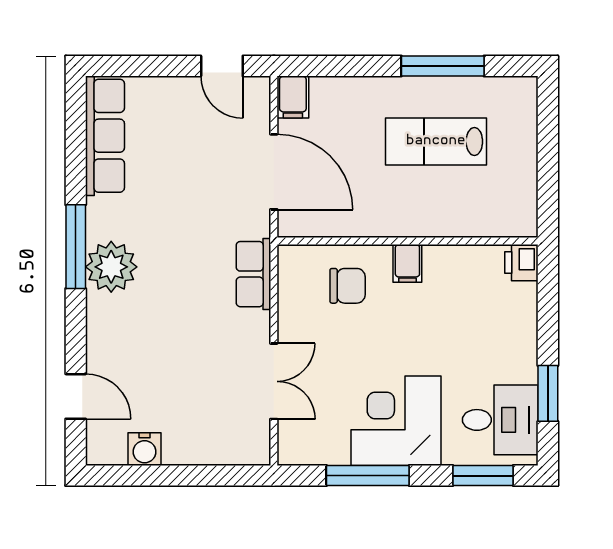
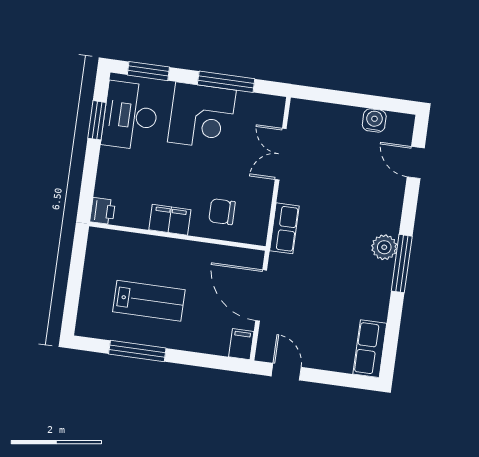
row of seats: (105, 136) -> (370, 349), width x0.68
filing cabinet: (407, 263) -> (170, 220), width x2.00
plant: (111, 267) -> (384, 247), width x0.73, depth x0.73
desk: (500, 420) -> (130, 116), width x1.37

